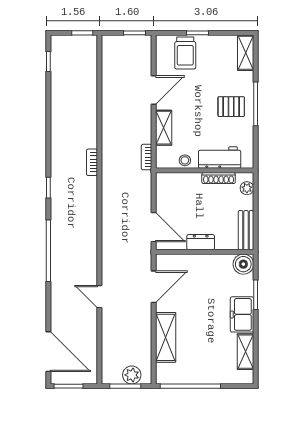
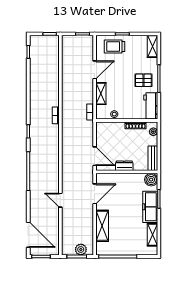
trolley: (185, 53) -> (115, 46), turned 90
workbench: (220, 158) -> (151, 106), moved, turned -90
freezer: (242, 314) -> (150, 207), width x1.40

